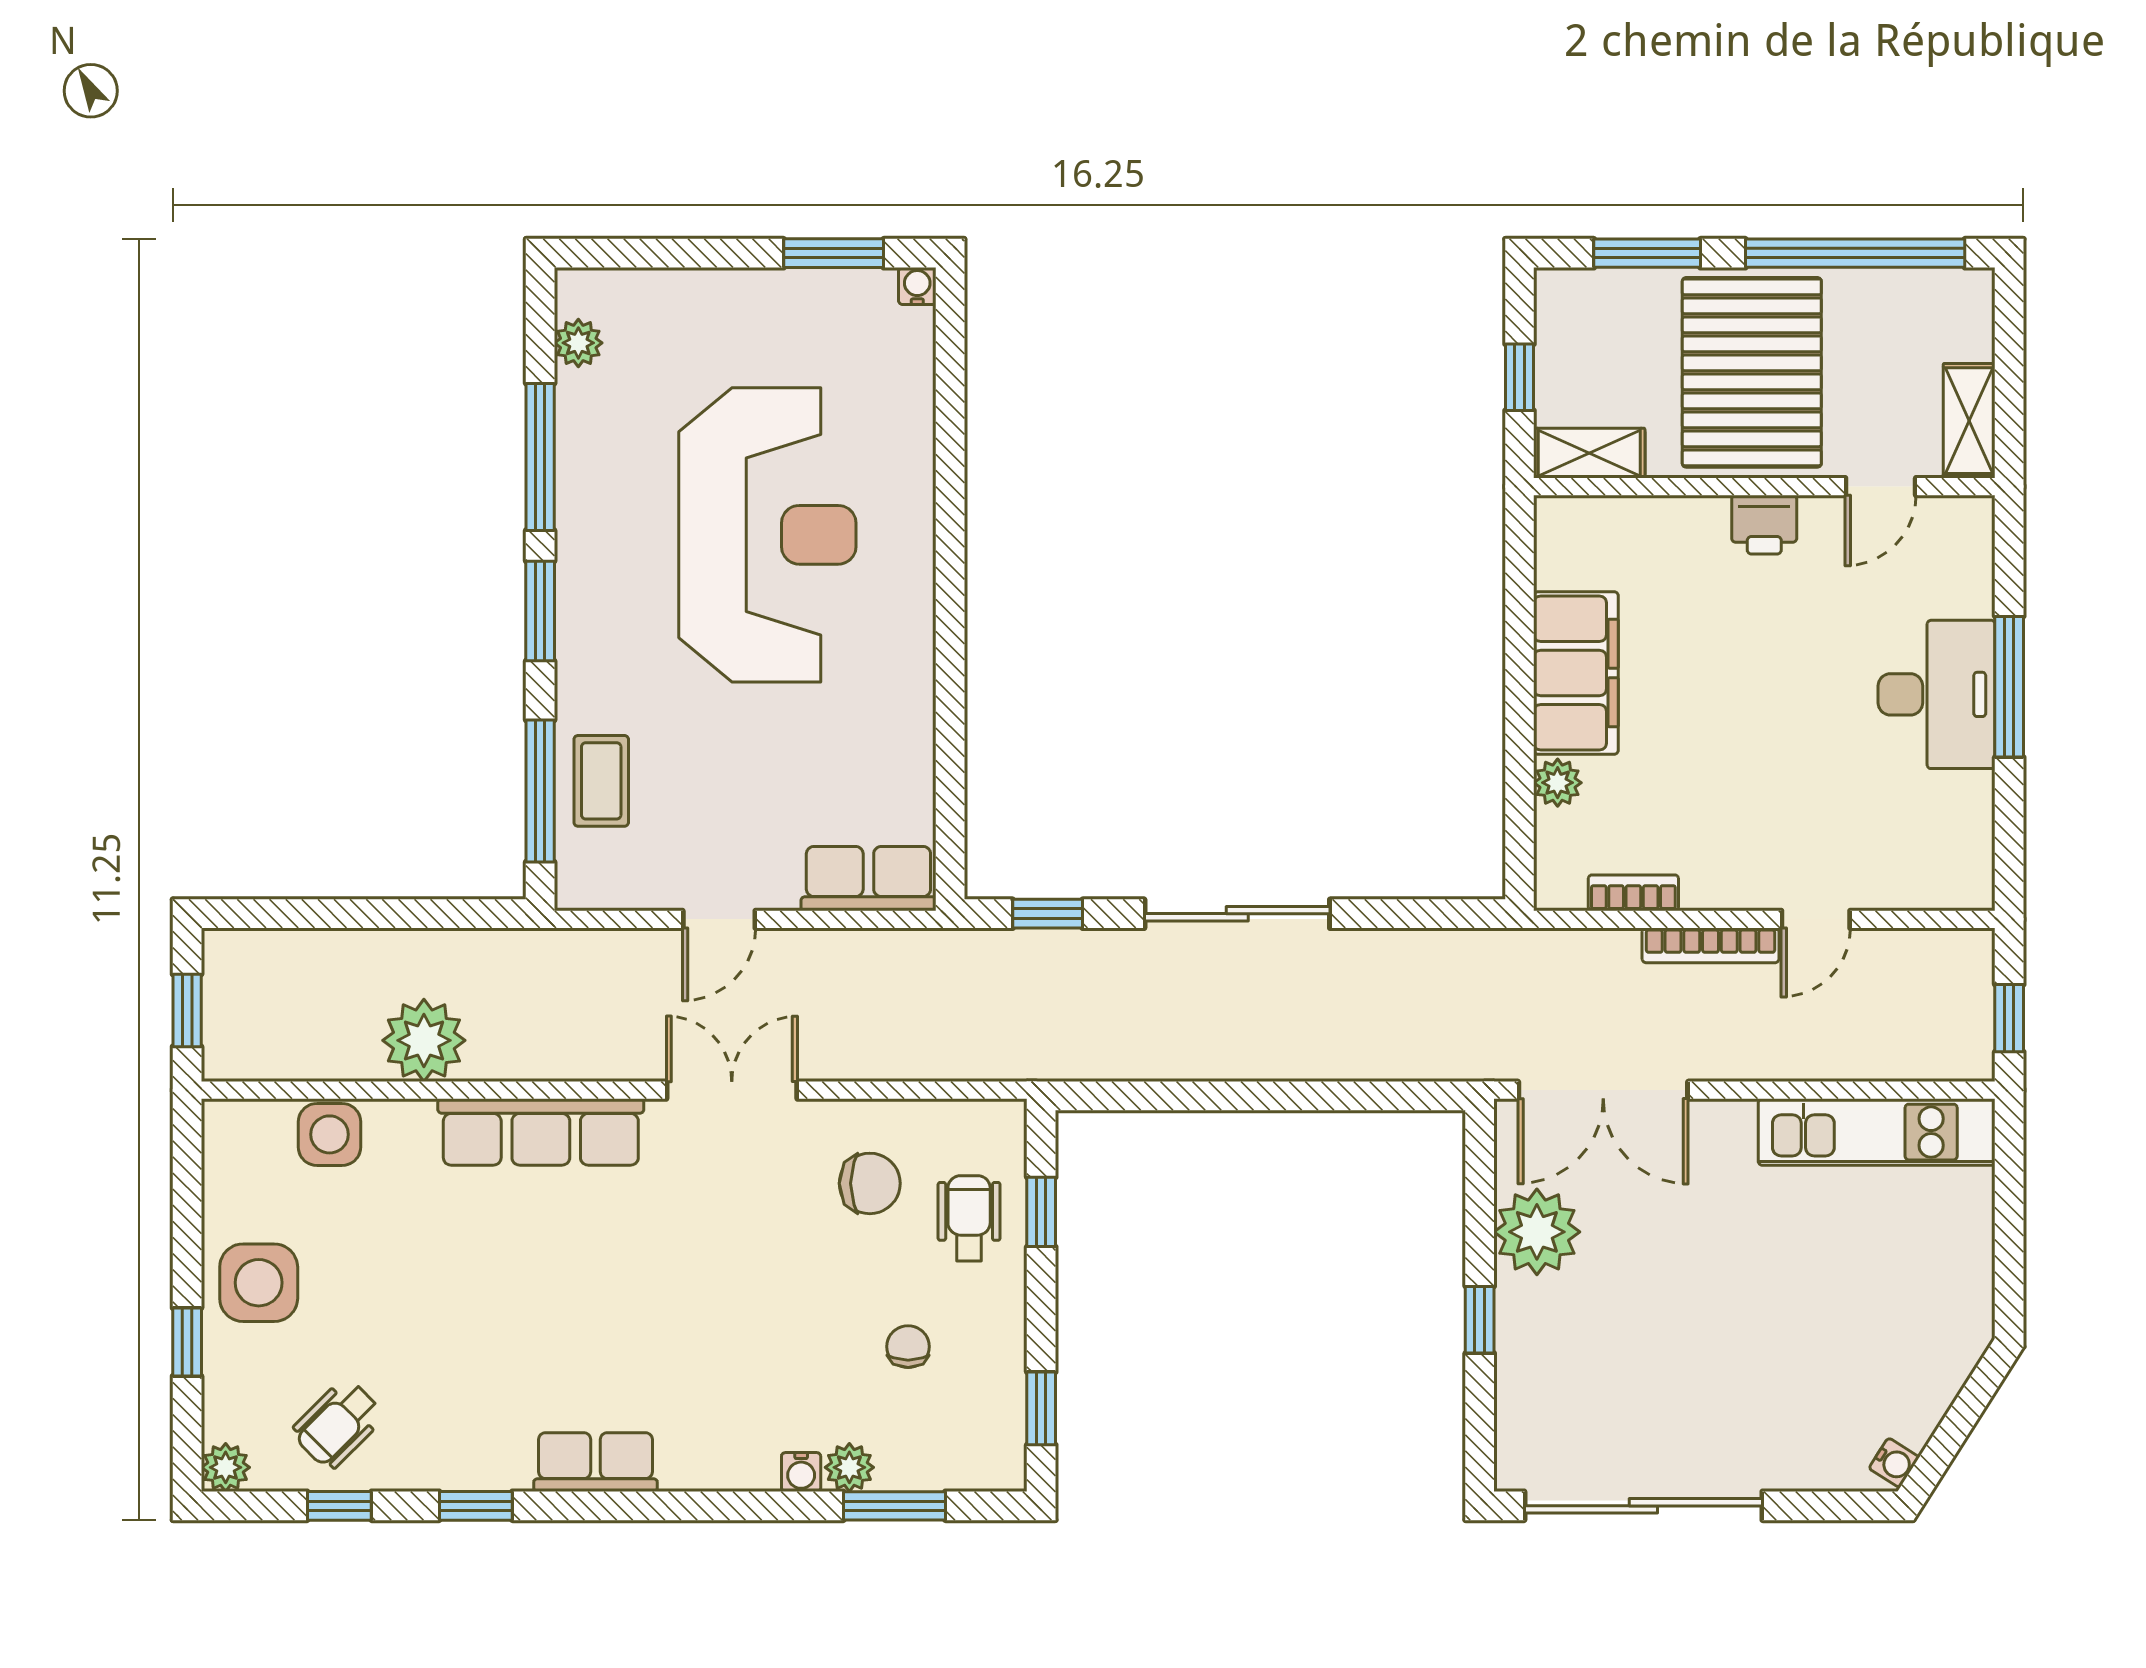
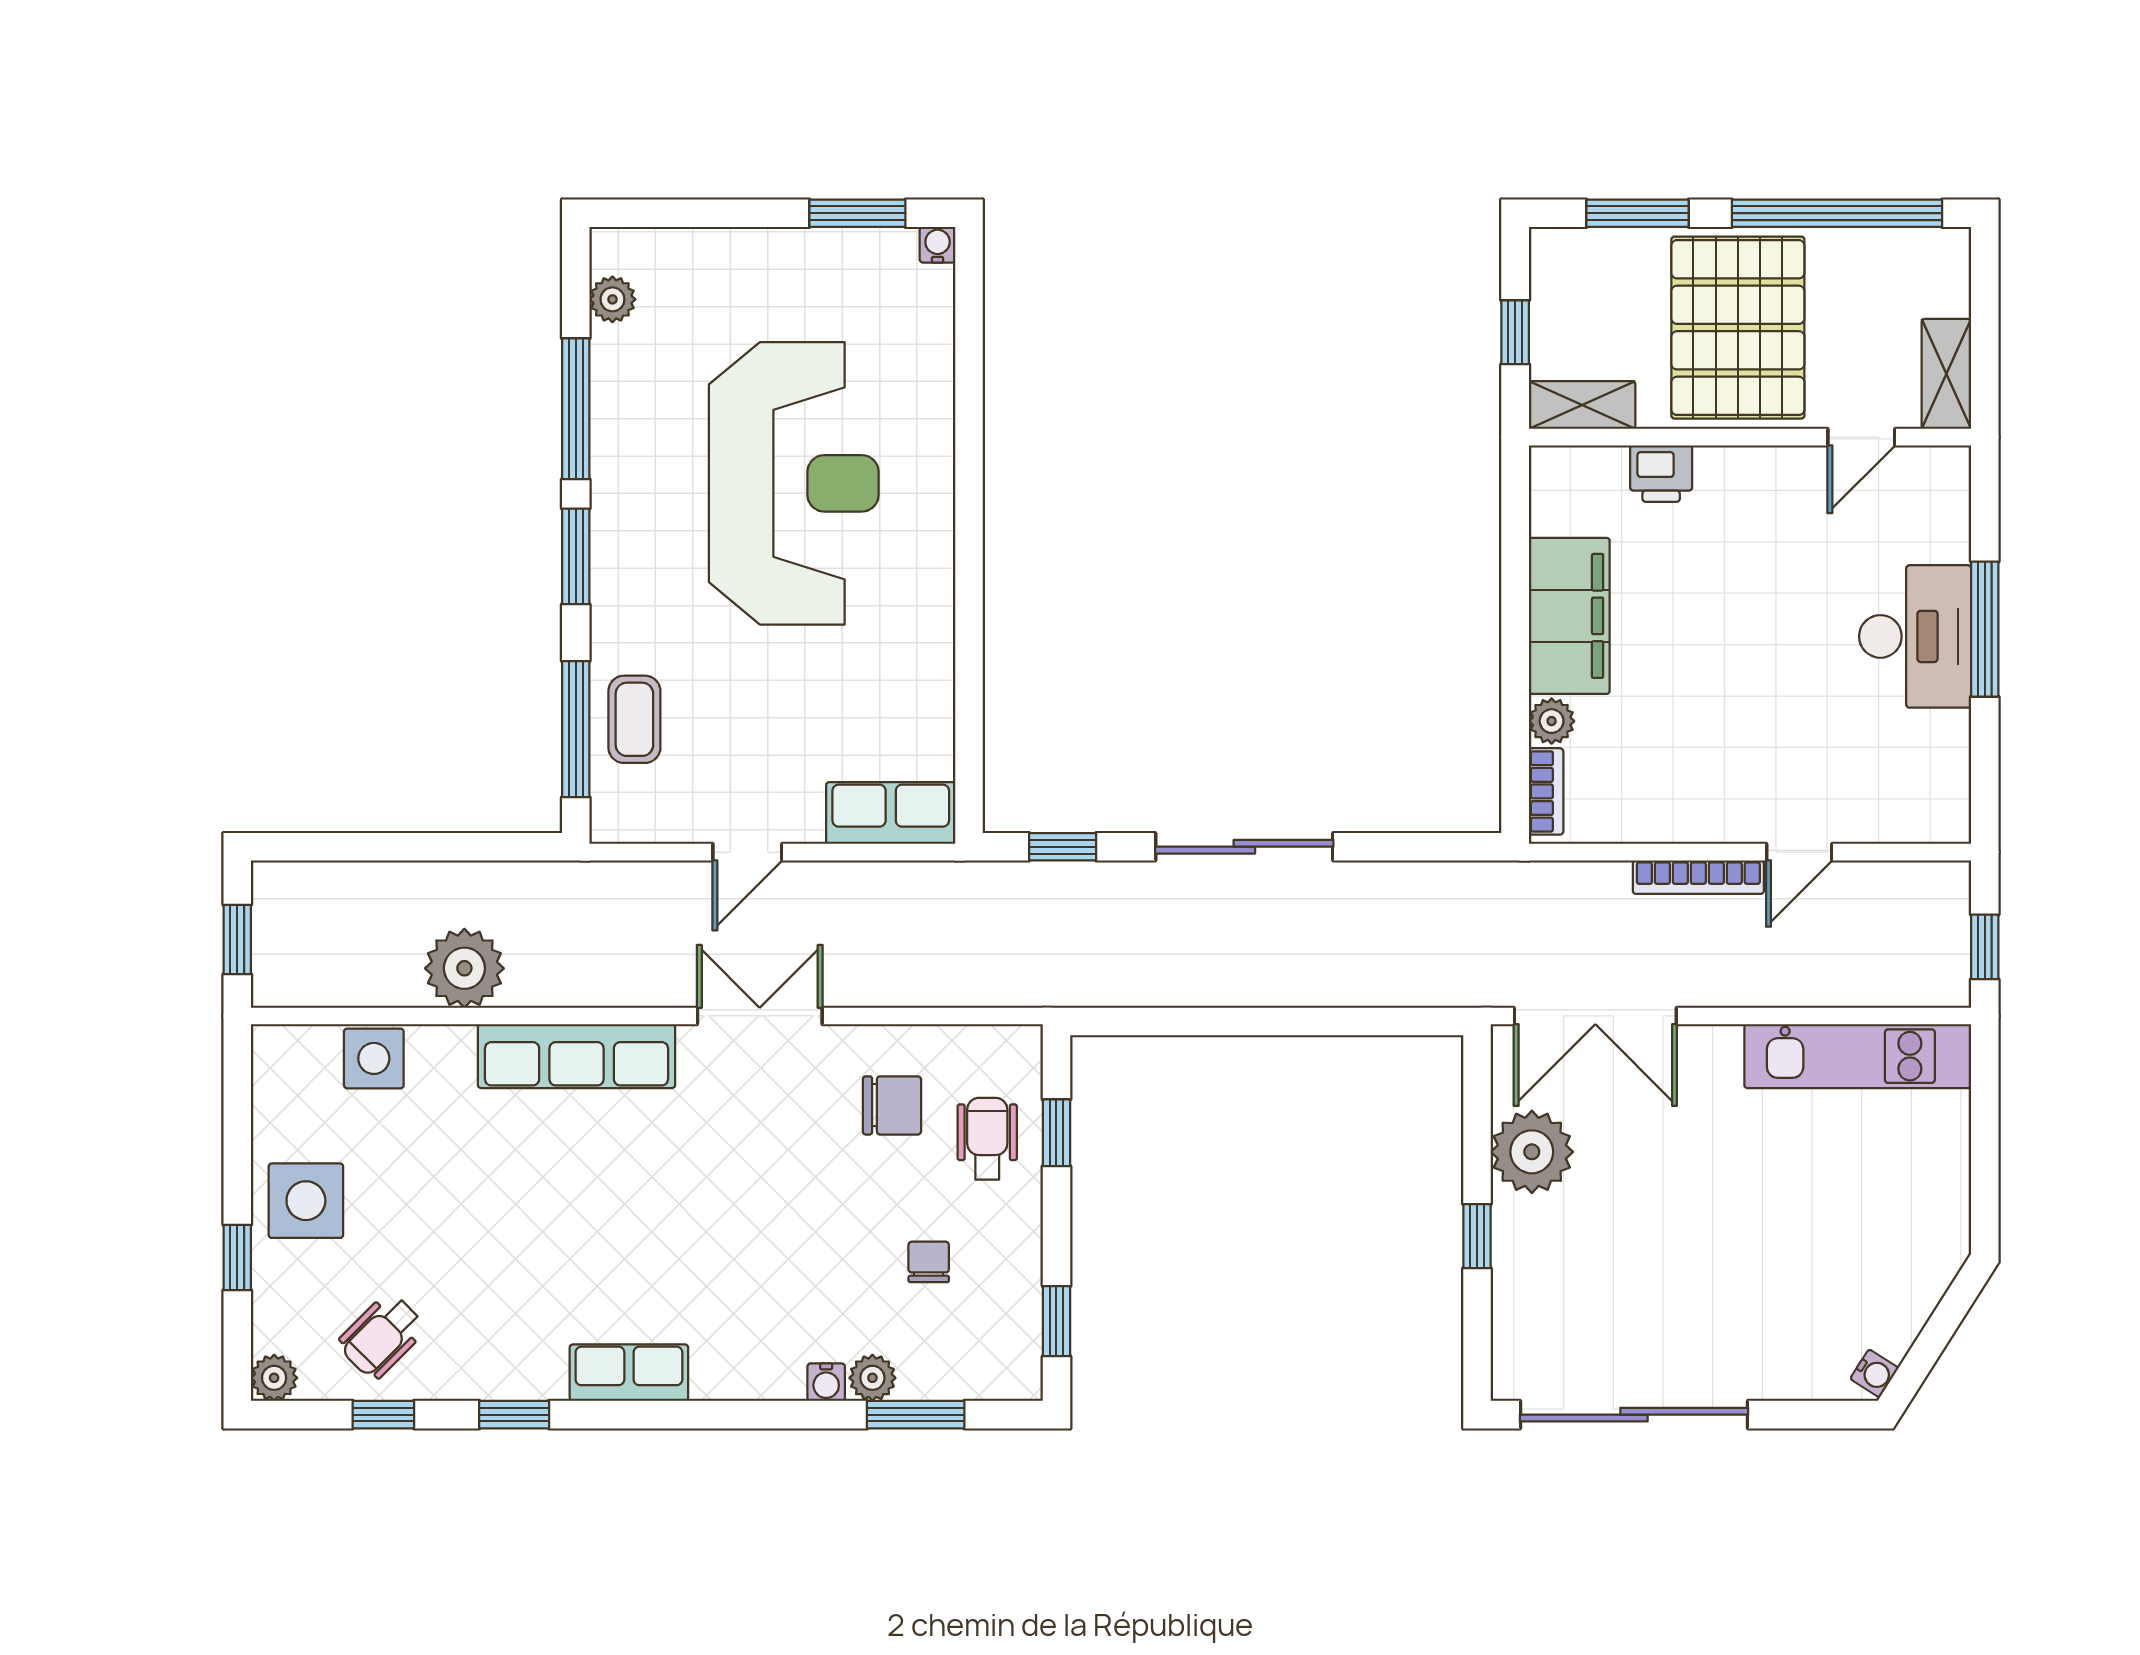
printer: (1764, 525) -> (1661, 474), moved
bookcase: (1633, 893) -> (1546, 791), moved, turned 90

